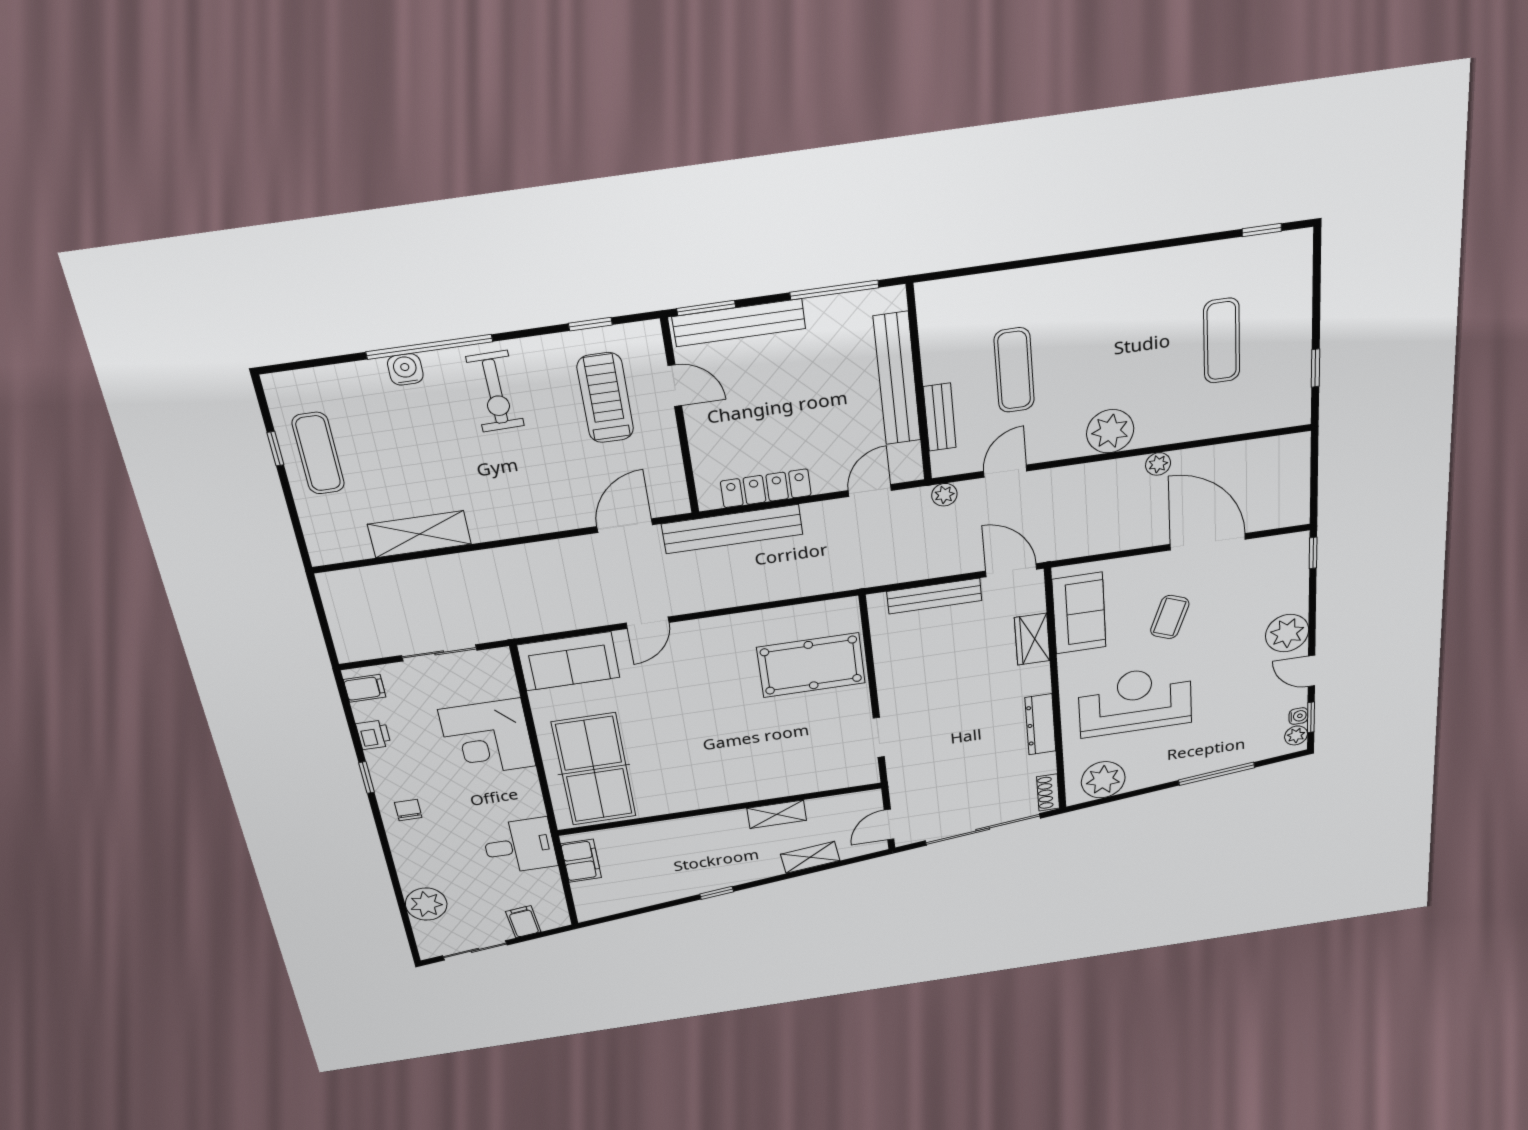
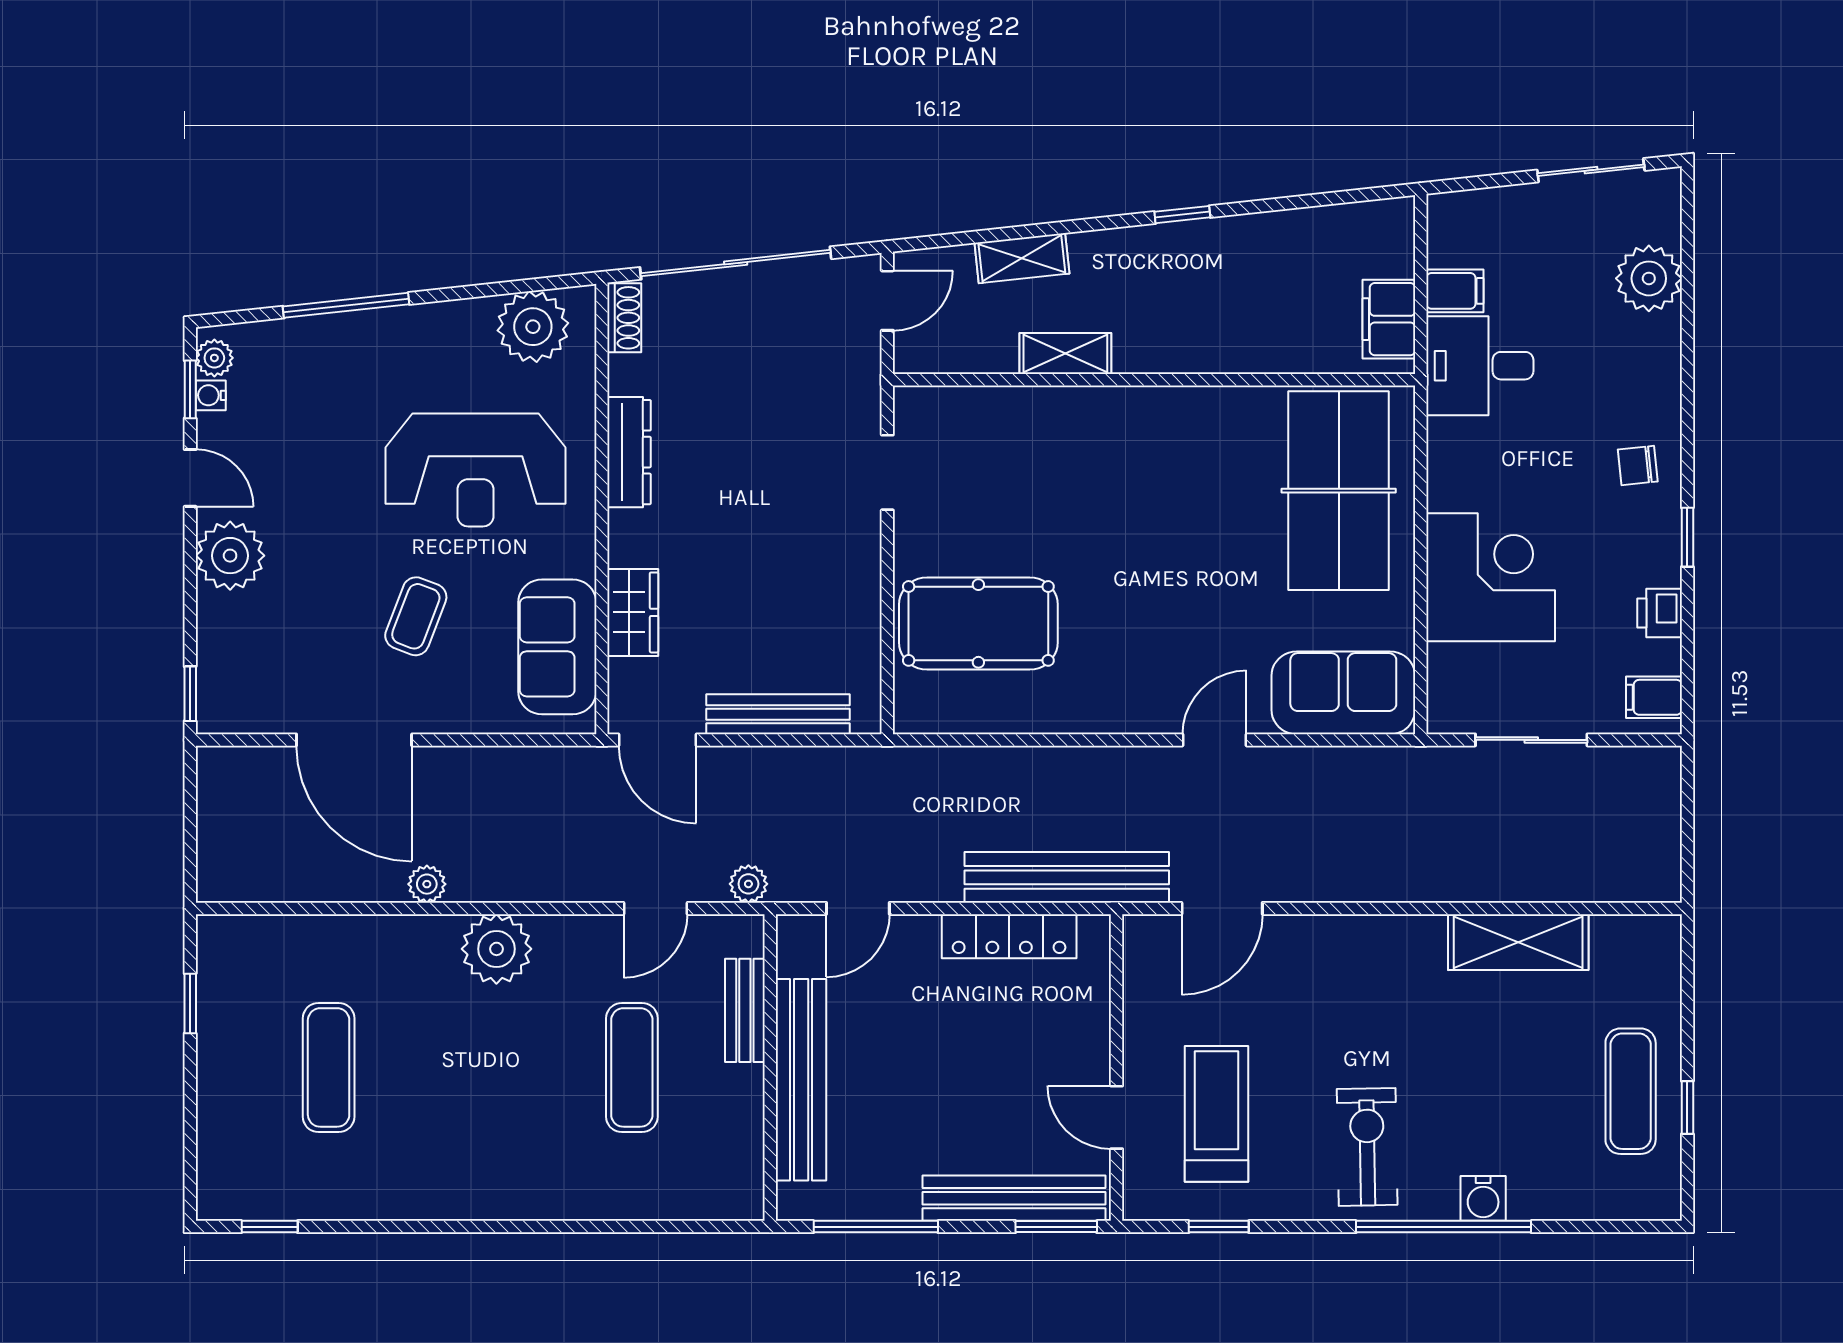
treadmill: (605, 398) -> (1216, 1114), turned 180
chair: (408, 810) -> (1638, 466), turned 84
filing cabinet: (523, 922) -> (1455, 291), moved, turned -84

